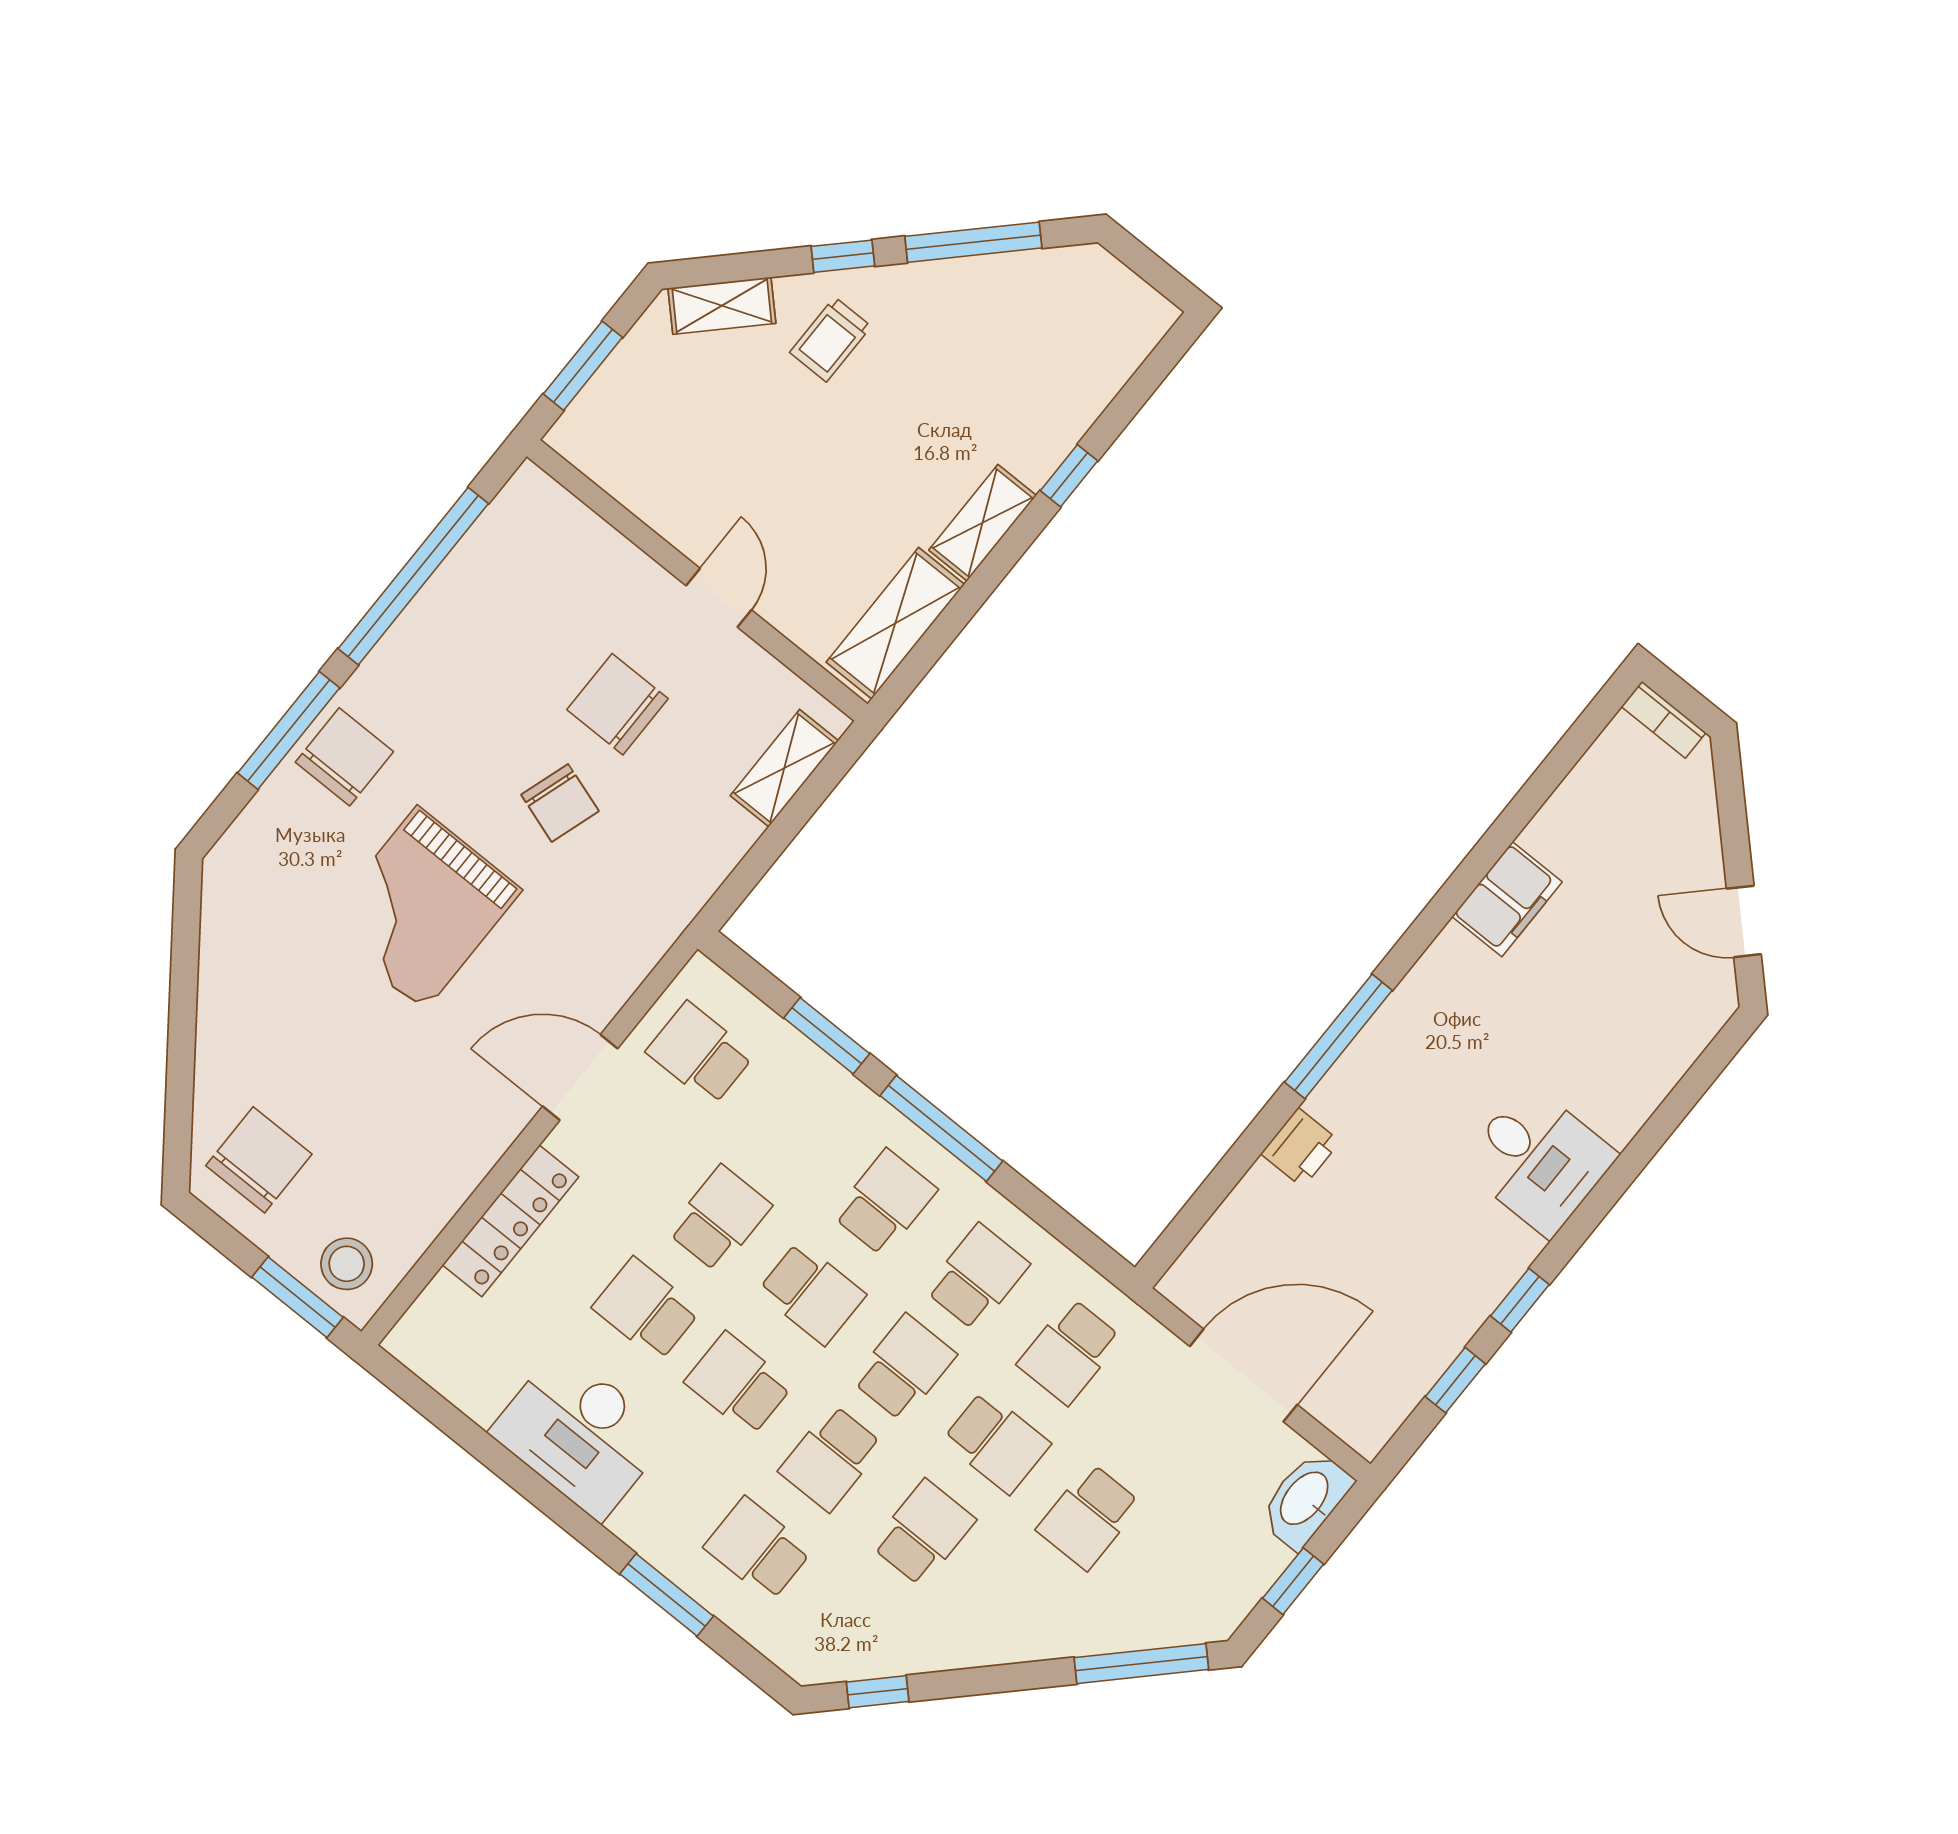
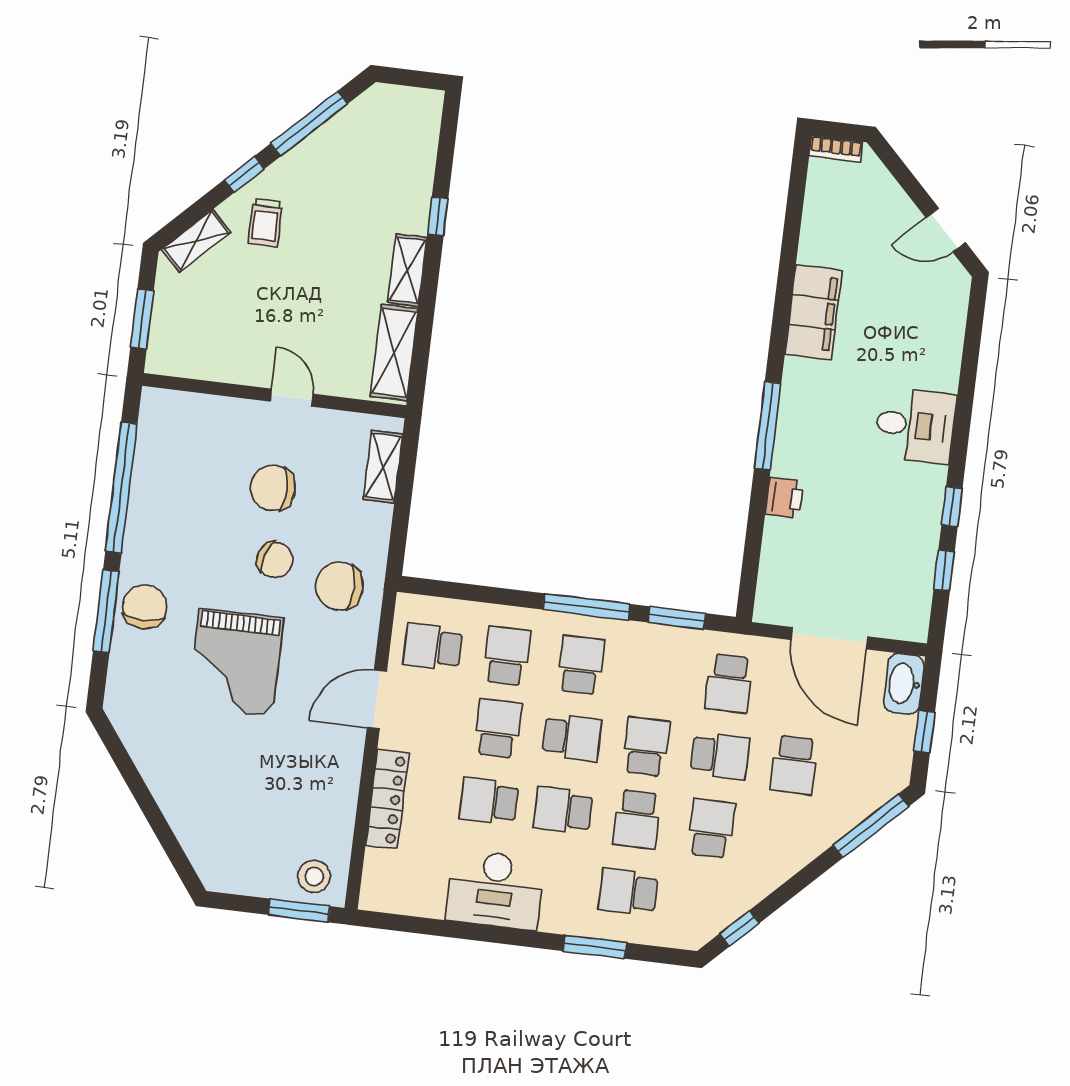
filing cabinet: (1507, 899) -> (814, 312), width x1.50, depth x1.17
window: (827, 1036) -> (677, 618), moved
chair: (259, 1160) -> (339, 586), moved, turned -90
school desk: (977, 1277) -> (507, 656), moved
door: (1243, 1375) -> (830, 638), swing flipped

